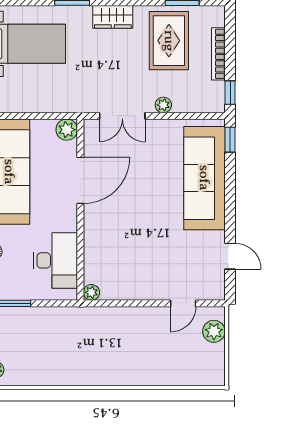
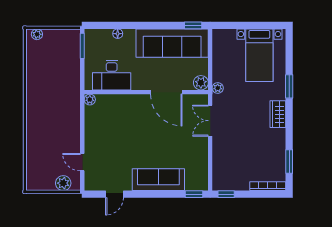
rug: (169, 41) -> (262, 152), removed
bookcase: (218, 54) -> (268, 186), moved
plant: (163, 105) -> (218, 88), moved
sofa: (204, 178) -> (158, 180), width x0.74, depth x0.79

